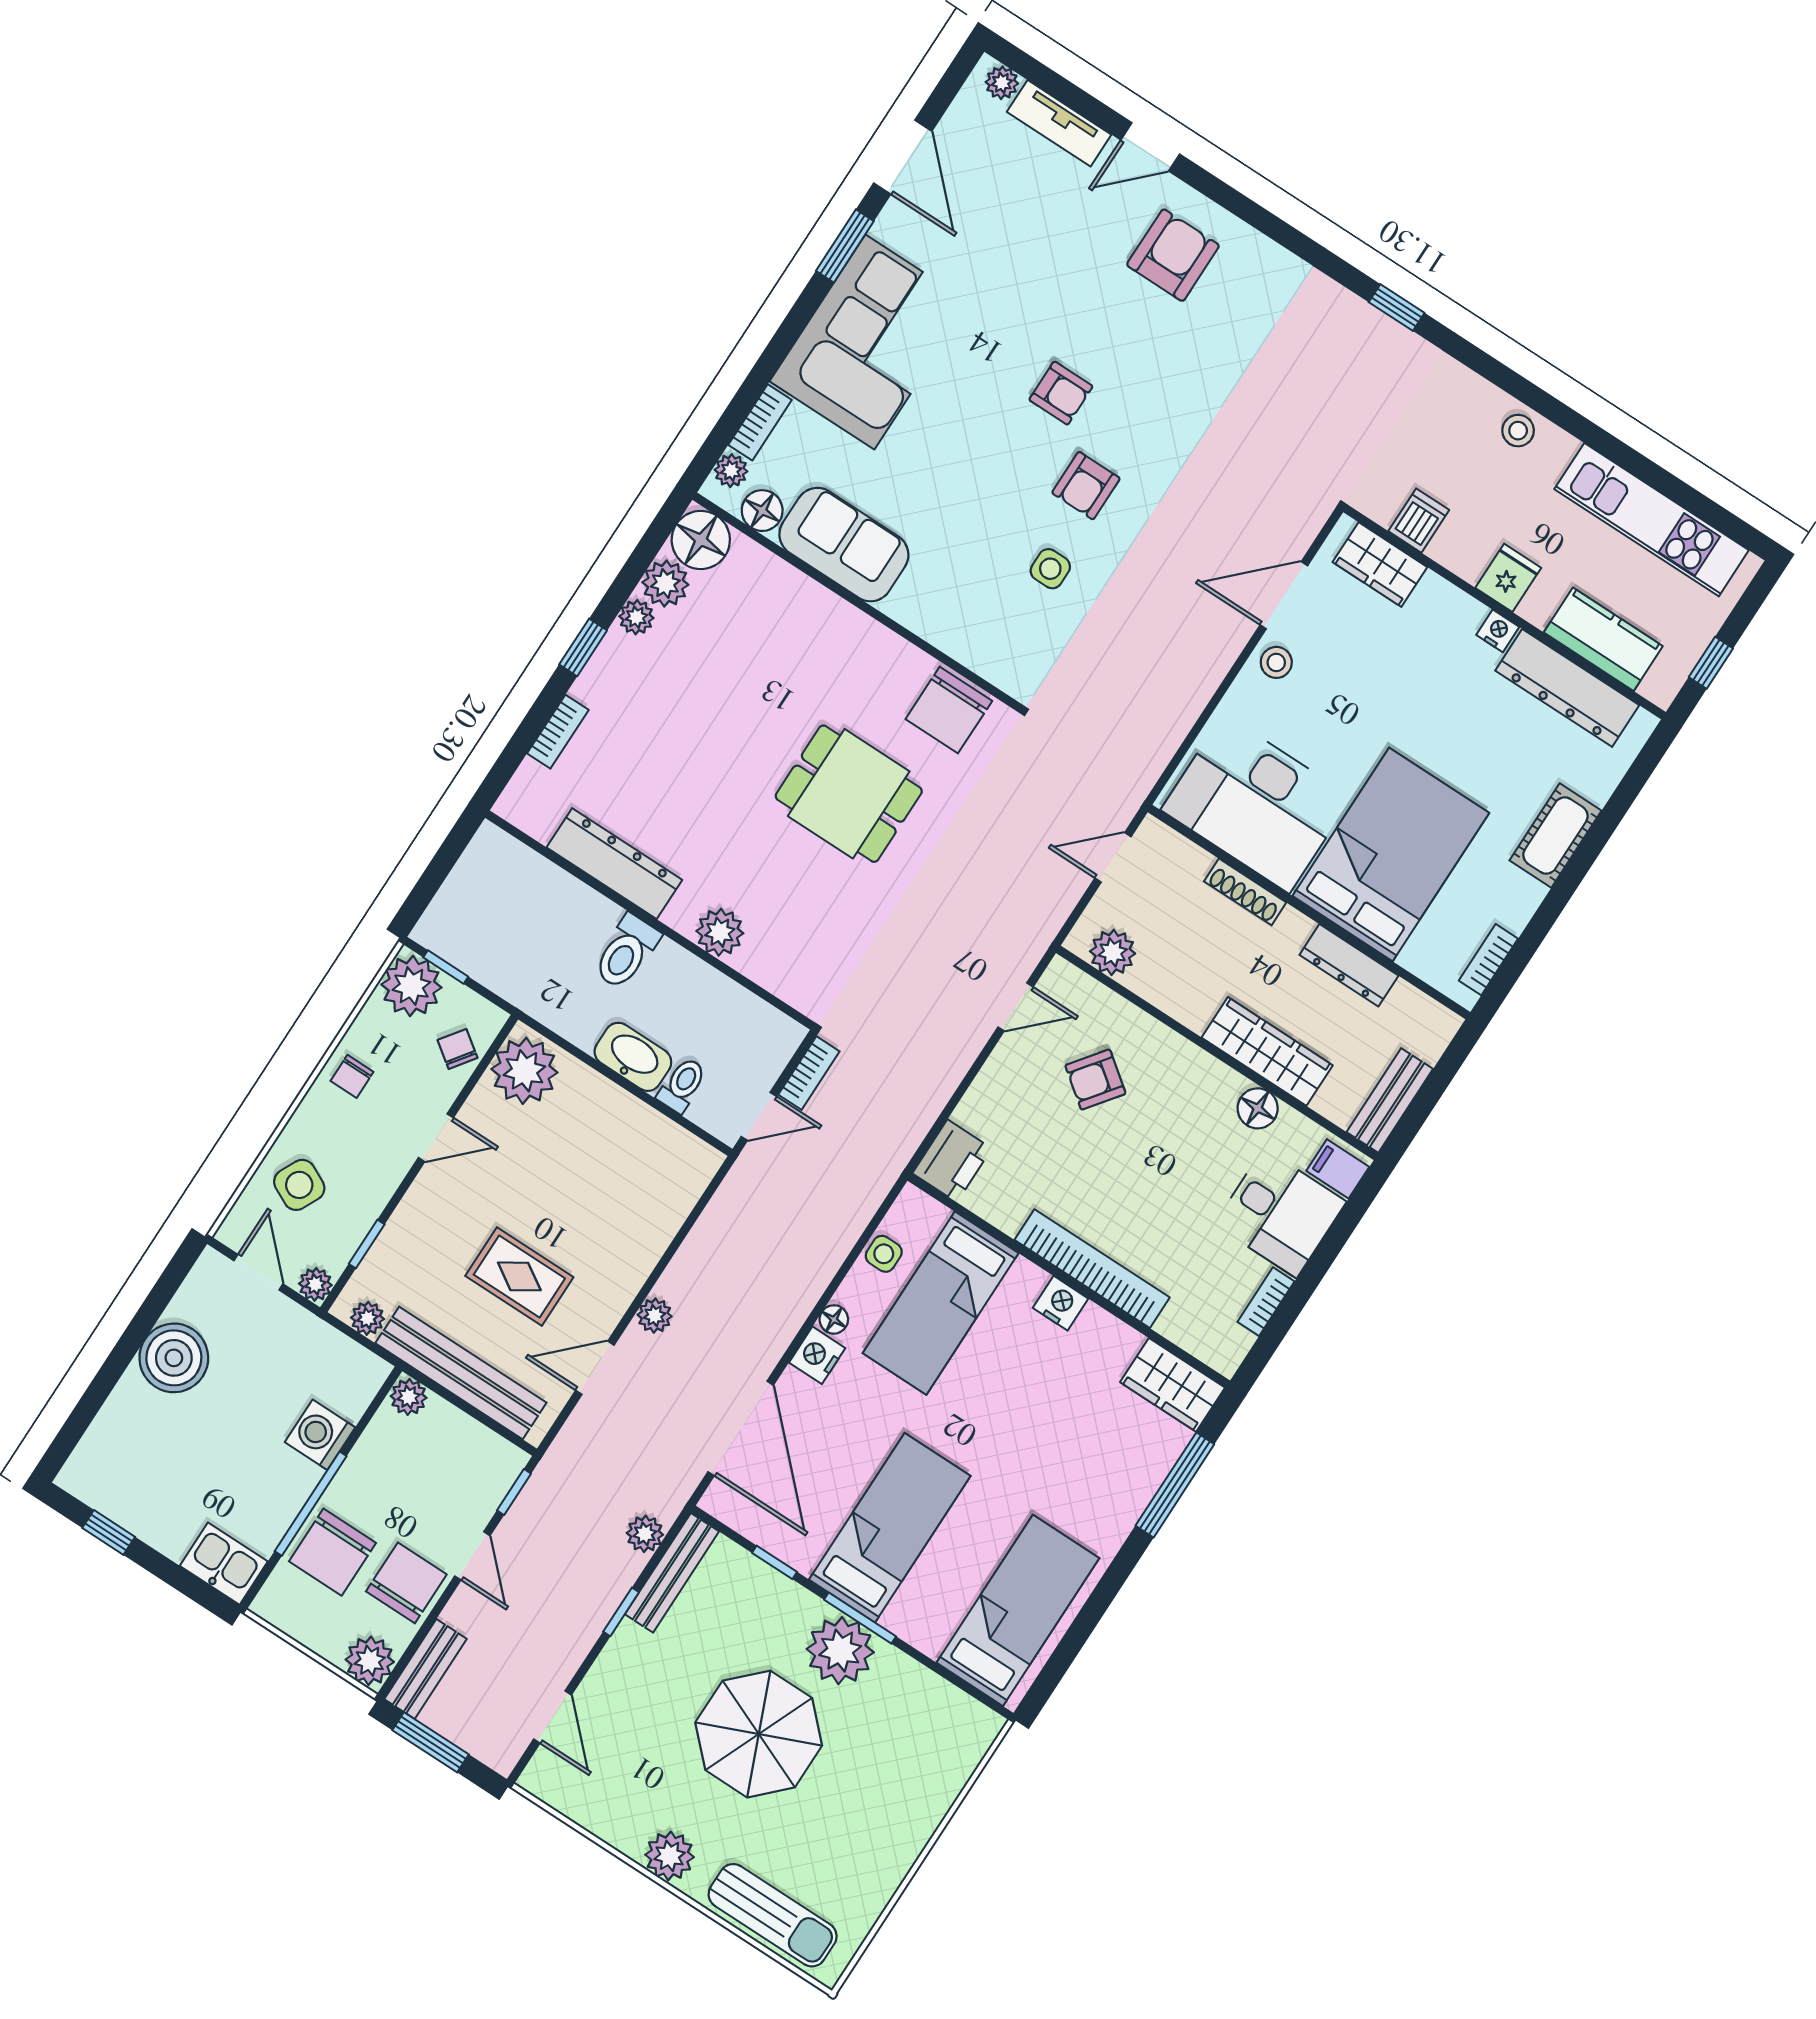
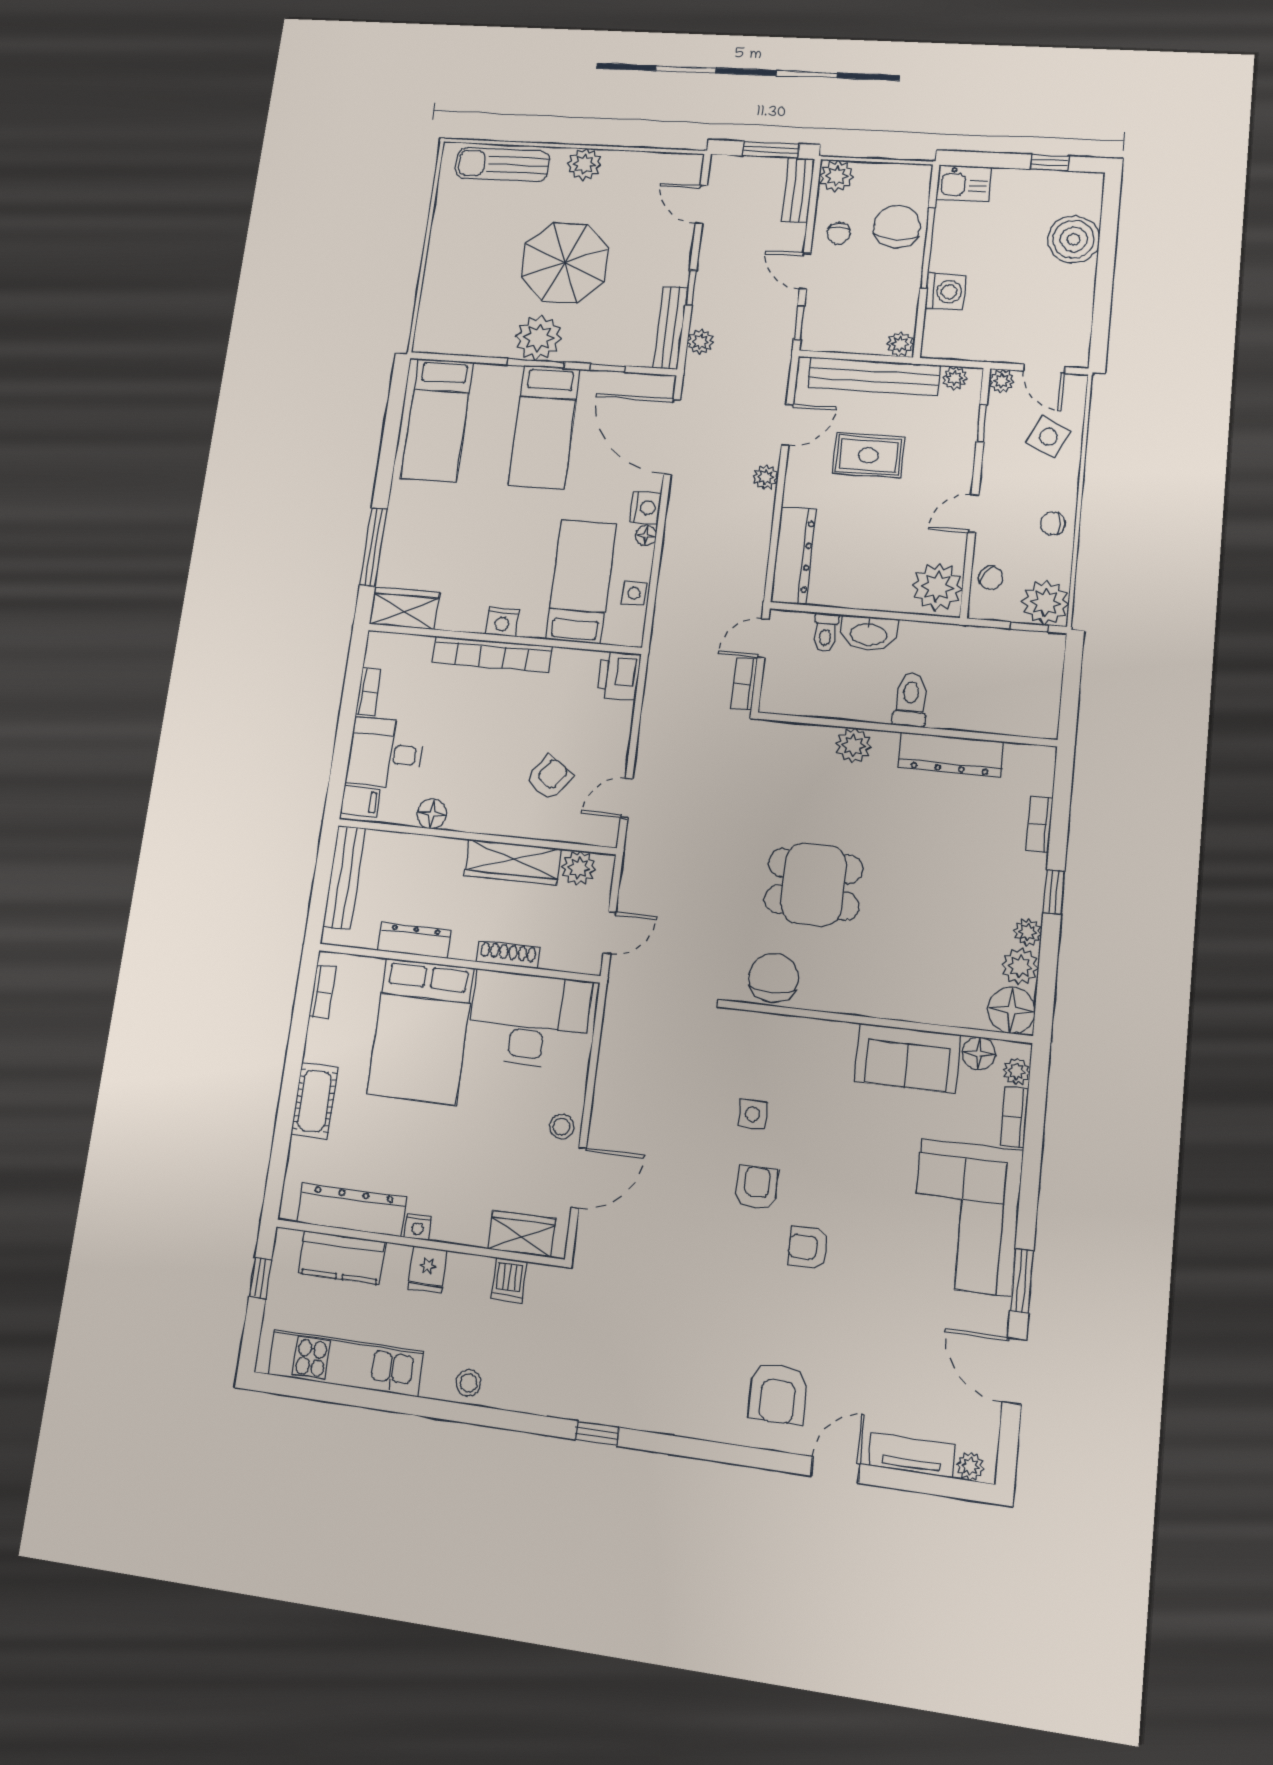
wardrobe: (1267, 1051) -> (512, 862), moved
chair: (352, 1076) -> (1053, 524), turned -90
bench: (1390, 1100) -> (344, 877), width x1.36
dresser: (671, 1199) -> (794, 556), added
boiler: (174, 1358) -> (1074, 239), moved
chair: (406, 1583) -> (839, 233), width x0.54, depth x0.54

